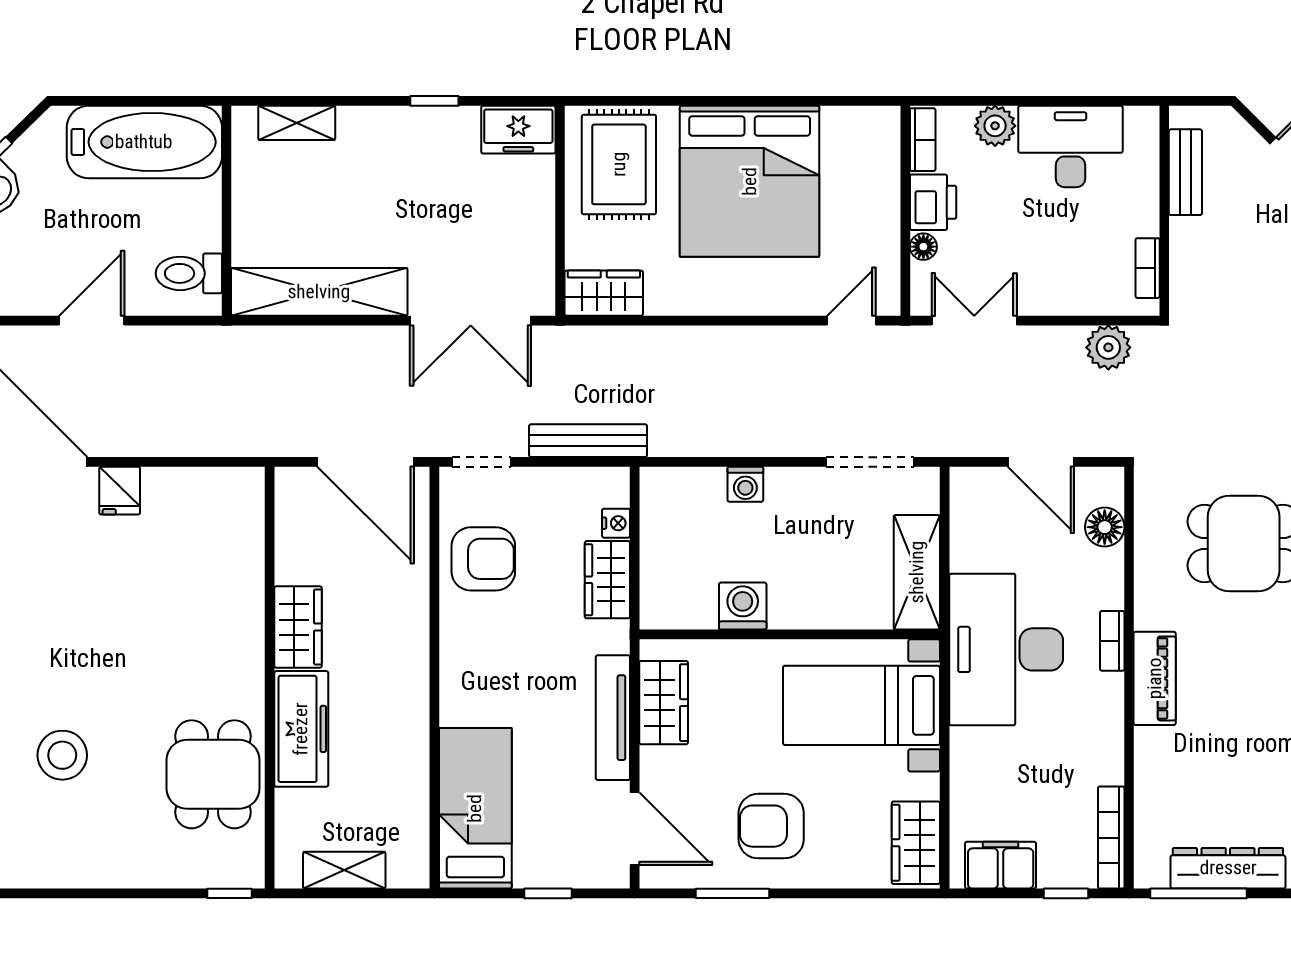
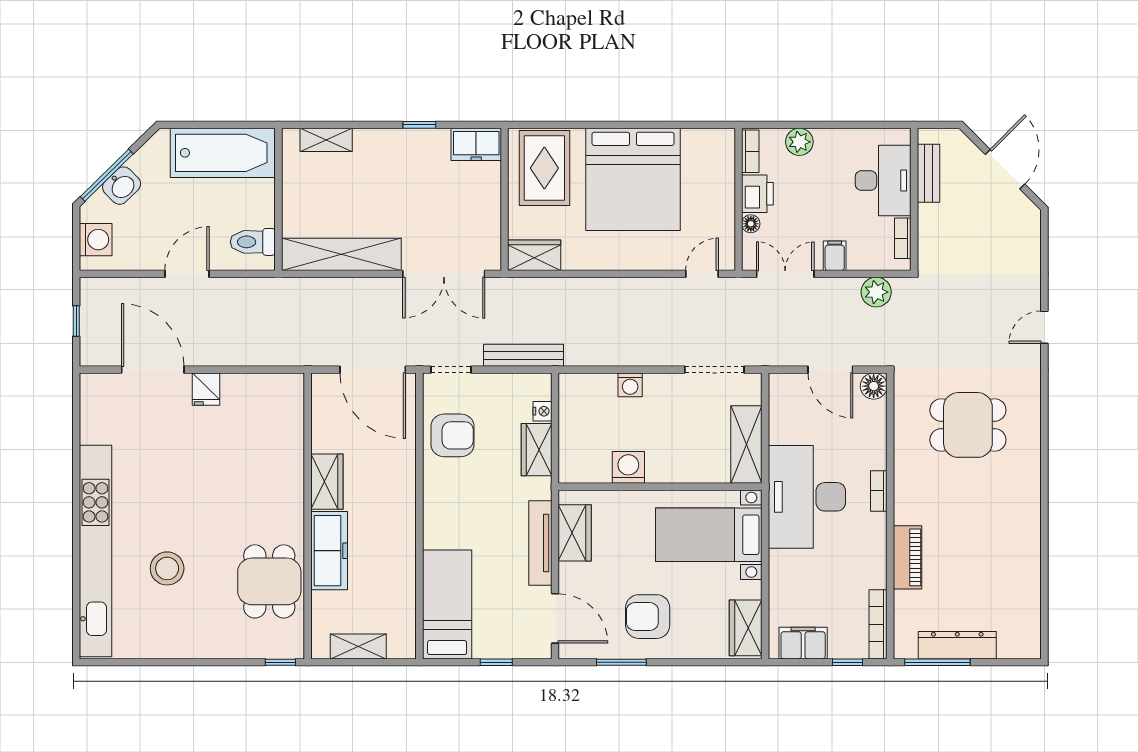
desk: (1071, 146) -> (883, 181), moved, turned 90
filing cabinet: (1047, 294) -> (835, 256), added
floor lamp: (1105, 527) -> (874, 386), moved
piano: (1155, 678) -> (908, 557), moved

